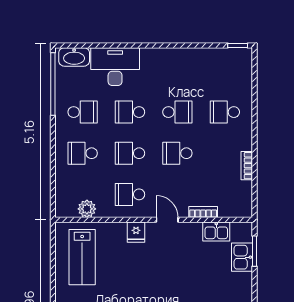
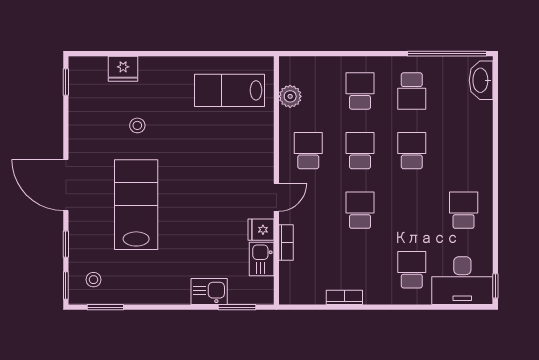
desk: (115, 67) -> (462, 281), moved, turned 90
school desk: (177, 112) -> (464, 210), moved, turned 180
fridge: (136, 232) -> (261, 230), moved
kitchen sink: (242, 257) -> (209, 291), moved

